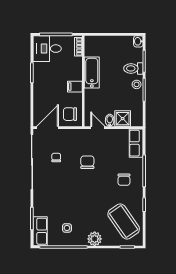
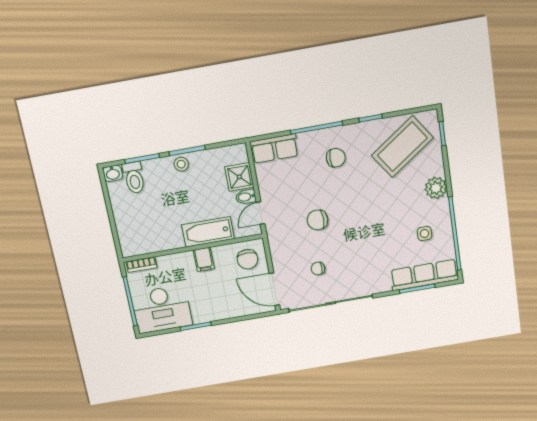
desk: (47, 49) -> (162, 309), width x1.37
toilet: (133, 68) -> (134, 178), moved
bathtub: (92, 73) -> (208, 232), moved
row of seats: (40, 231) -> (424, 275), width x1.48

